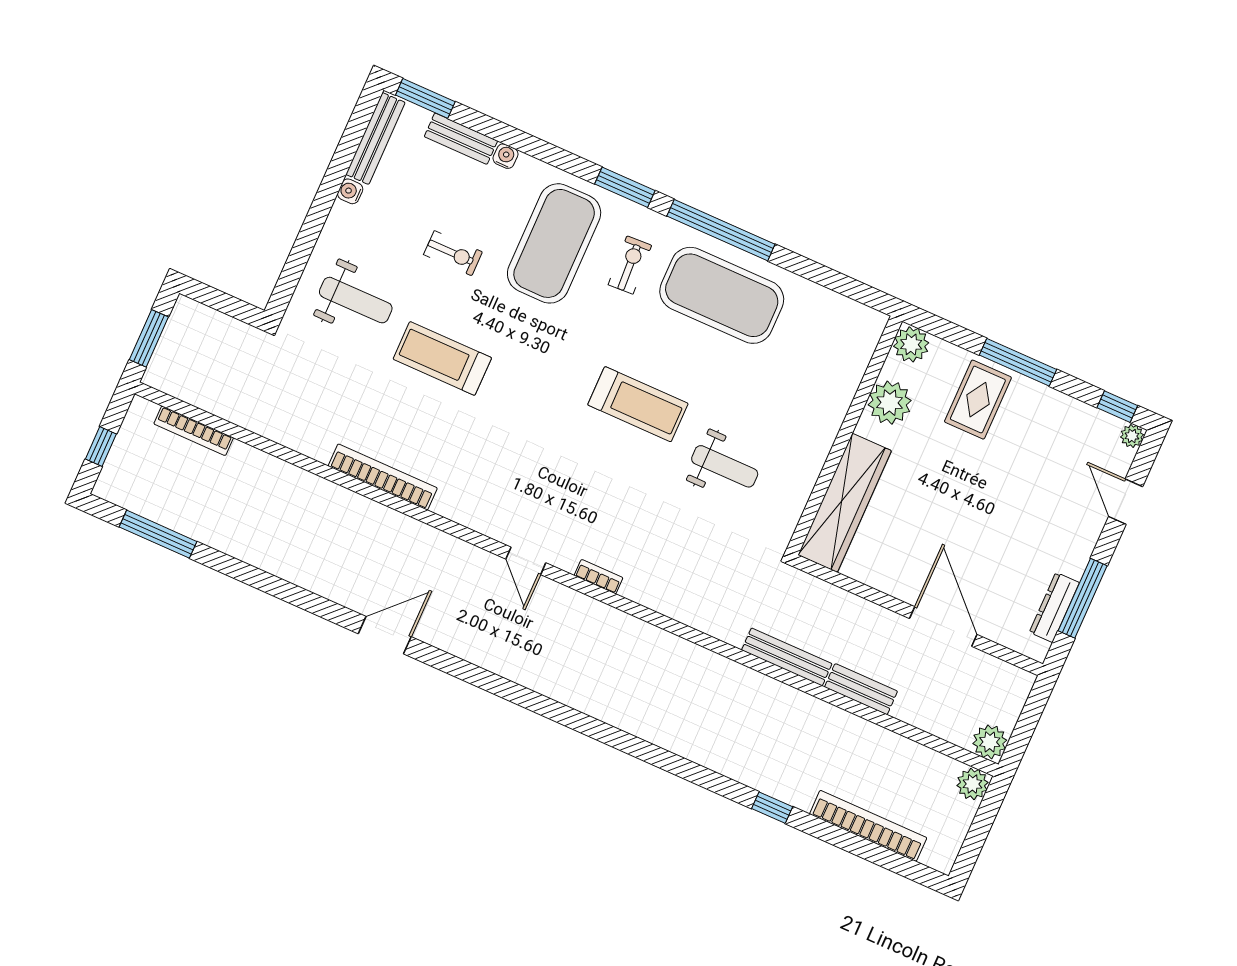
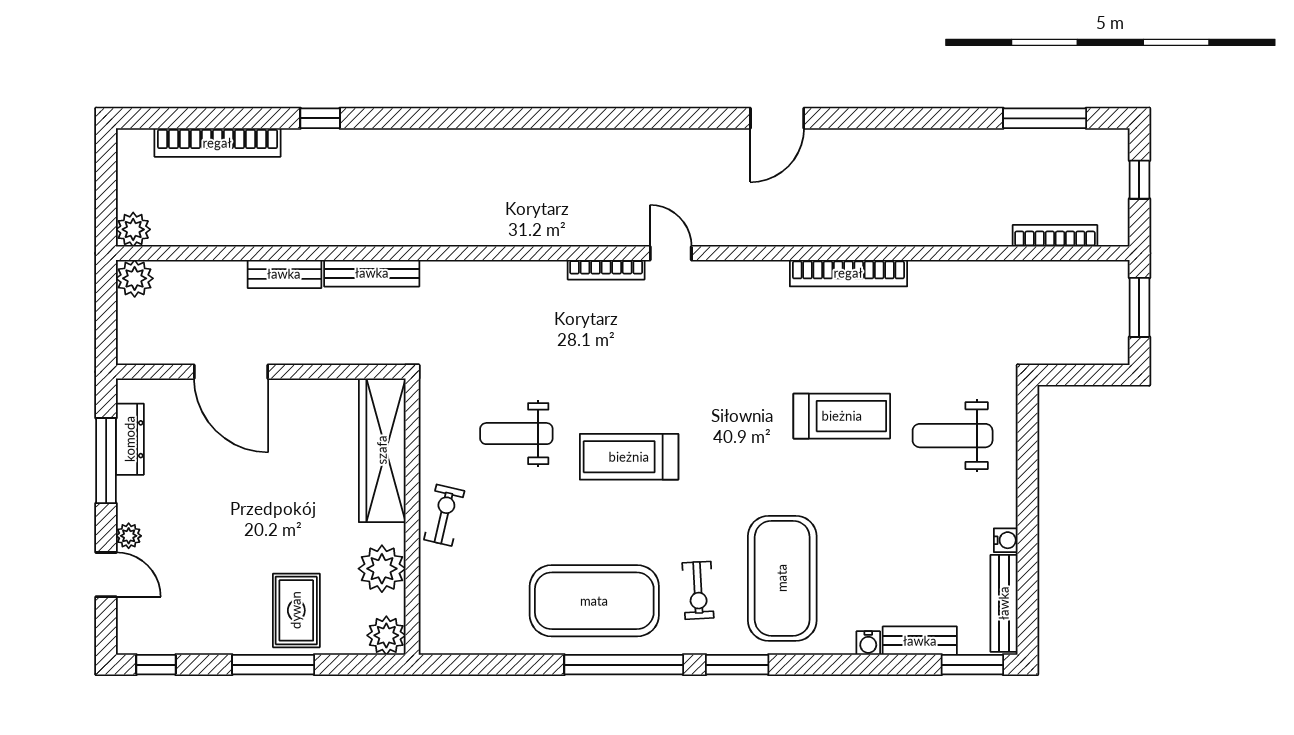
exercise bike: (453, 253) -> (444, 515), moved, turned 103
plant: (1132, 436) -> (129, 536), moved
bookcase: (599, 577) -> (606, 270), width x1.56

